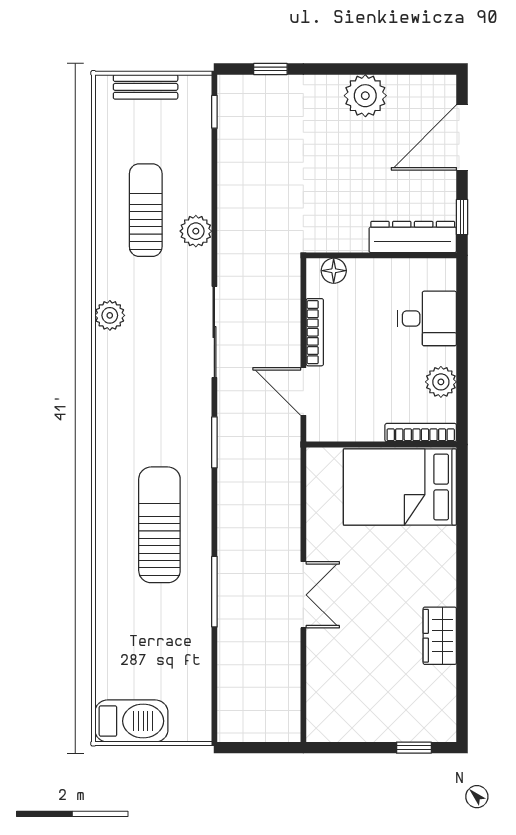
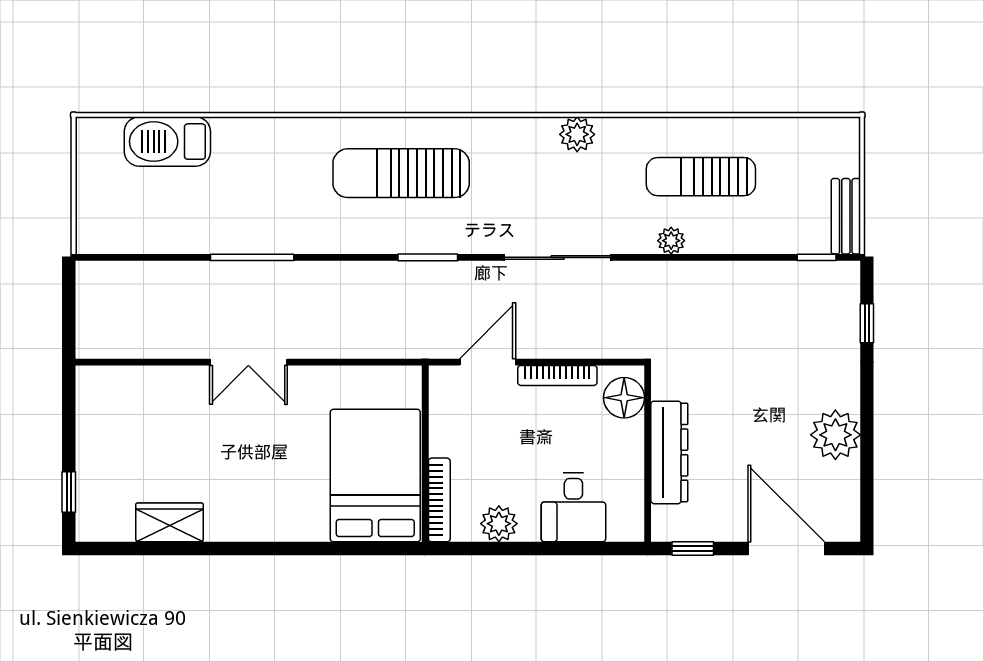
bench: (146, 87) -> (846, 216), moved
sun lounger: (146, 210) -> (701, 177), turned 180
plant: (196, 231) -> (671, 241), width x0.73, depth x0.73
dresser: (413, 237) -> (669, 452), moved
floor lamp: (334, 271) -> (624, 398), width x1.38, depth x1.38
sun lounger: (159, 525) -> (401, 173), moved, turned 180
wardrobe: (440, 636) -> (170, 522), moved
barbecue: (131, 721) -> (167, 142), moved, turned 90

